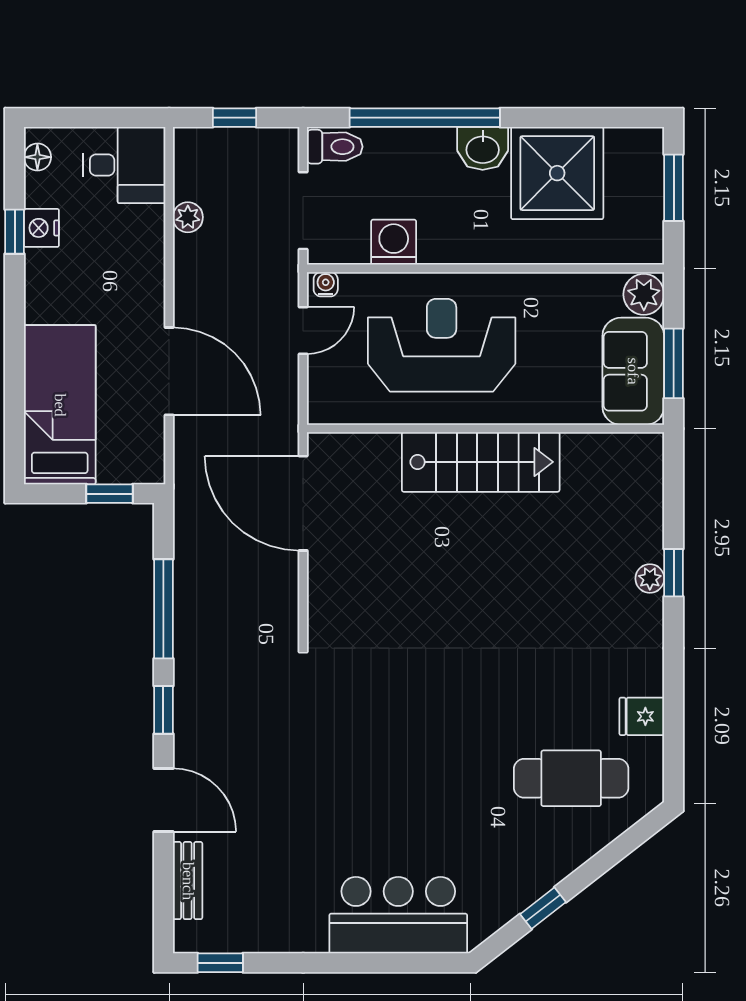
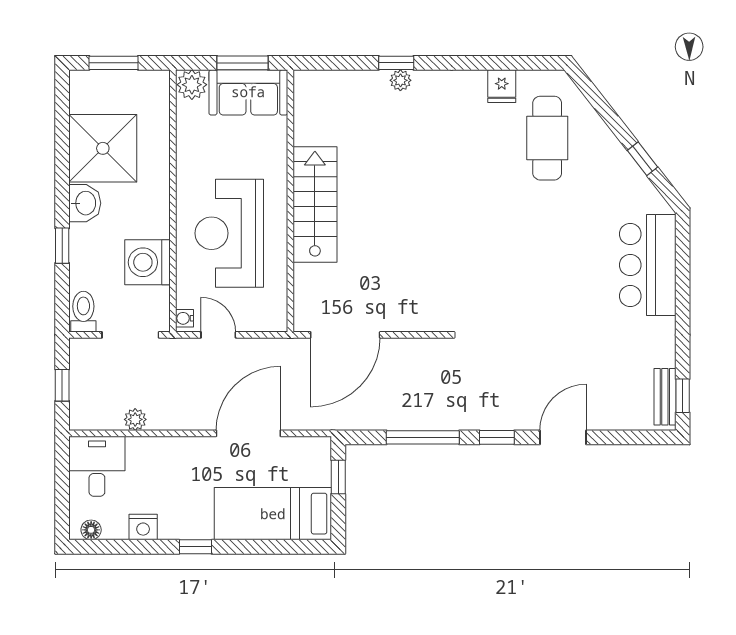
window: (425, 118) -> (62, 246), width x0.32
window: (15, 232) -> (195, 547), moved
washing machine: (394, 242) -> (147, 262), width x1.37, depth x1.37
bench: (188, 881) -> (665, 397), moved, turned 90

